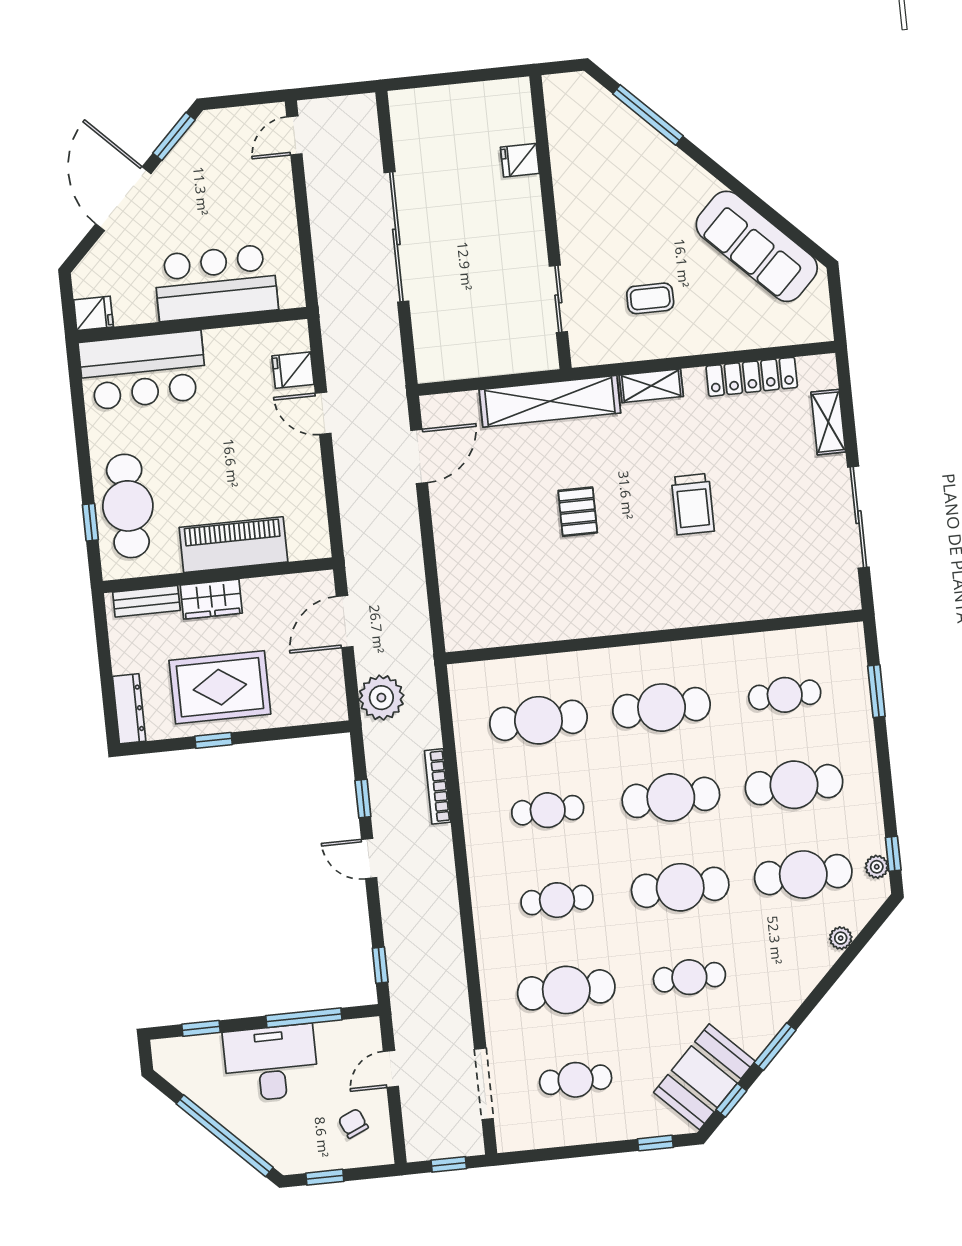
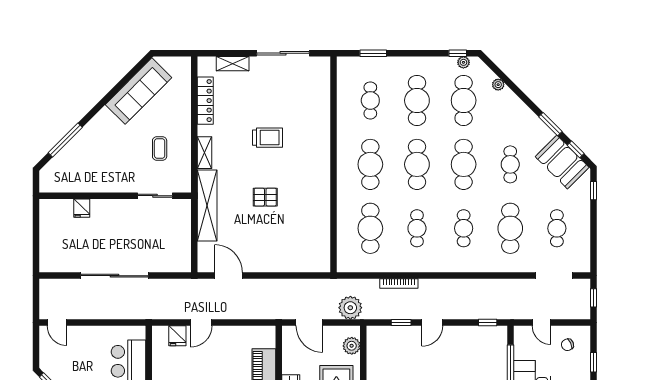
plant: (308, 708) -> (352, 346), added

